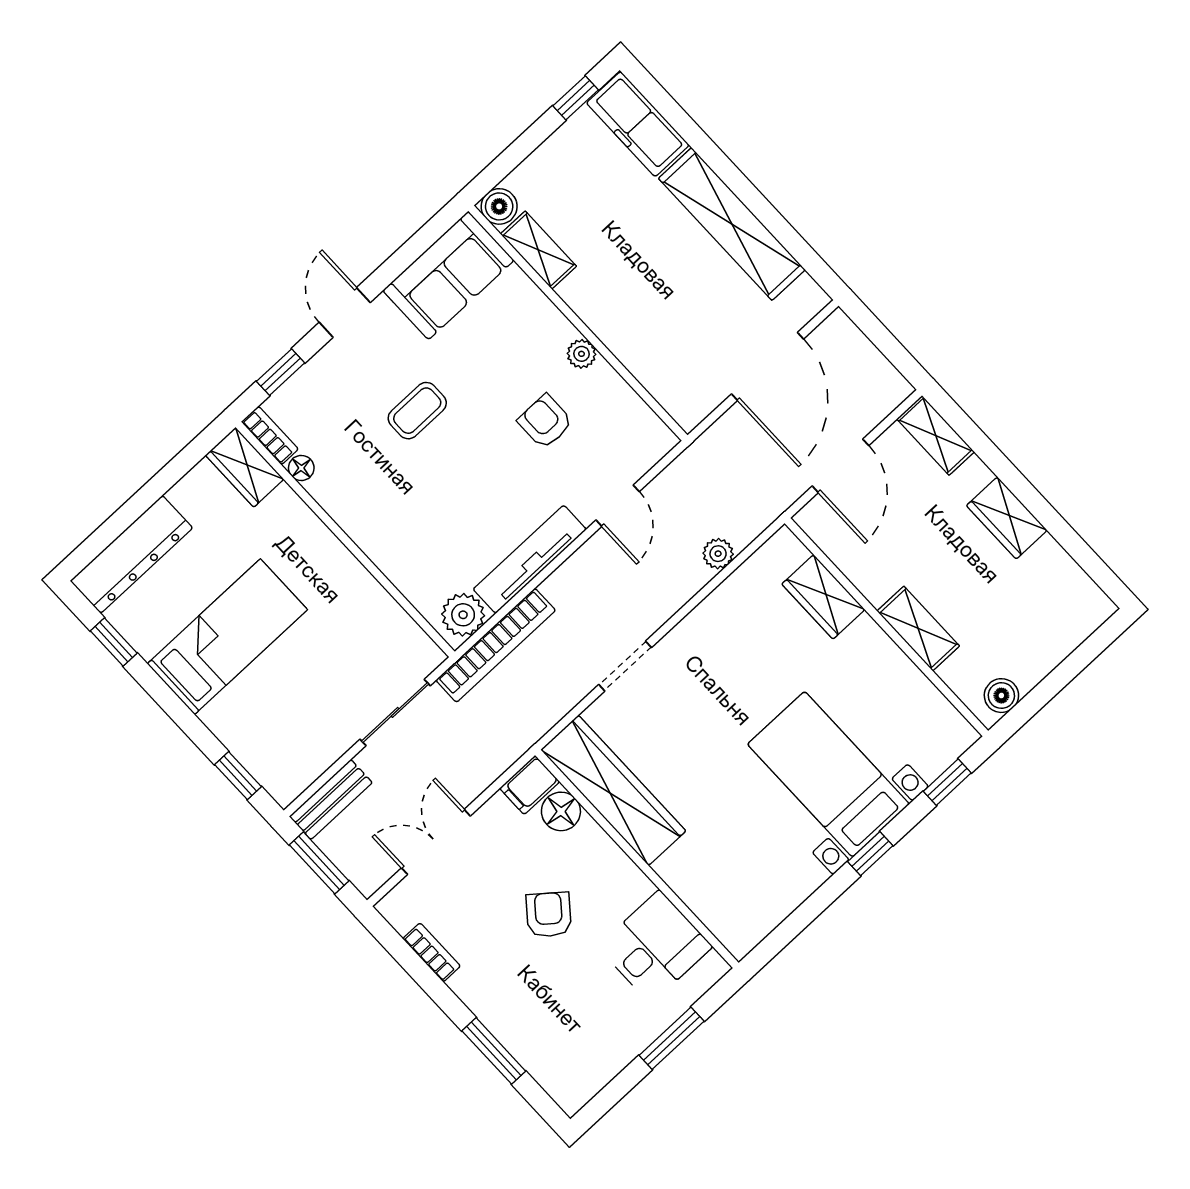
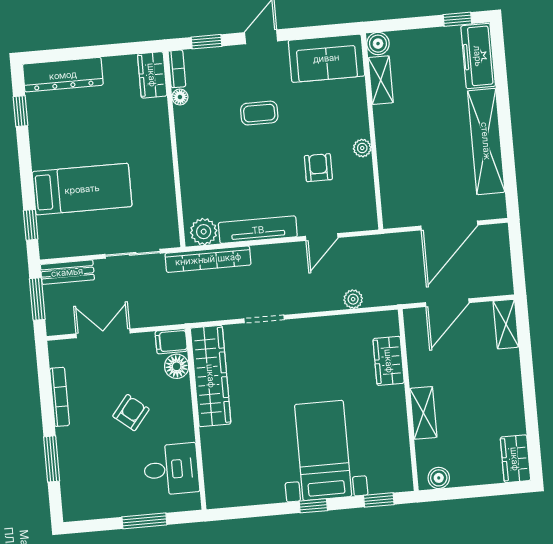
wardrobe: (1007, 518) -> (515, 459), moved
bed: (227, 637) -> (82, 189), moved
bookcase: (432, 952) -> (60, 397), width x1.56

